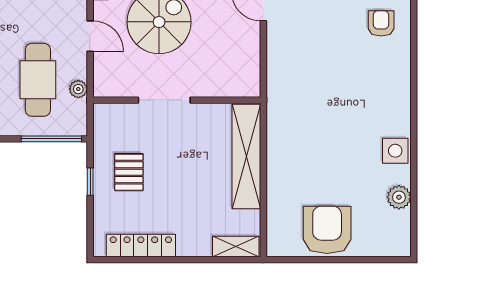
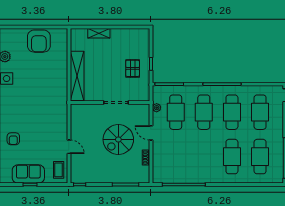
locker: (141, 245) -> (127, 34), removed
shelving: (236, 246) -> (99, 33), moved

